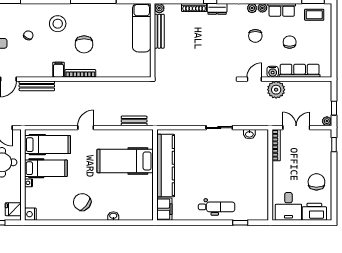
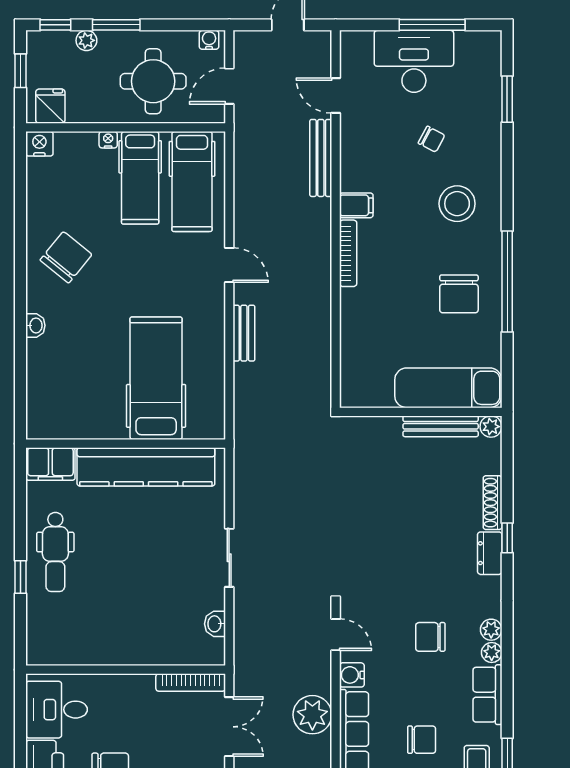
chair: (290, 42) -> (422, 740), moved
chair: (84, 44) -> (459, 294), moved, turned -90
plant: (276, 90) -> (312, 715), moved
bench: (134, 121) -> (244, 333), moved
hospital bed: (125, 161) -> (156, 378), moved
kitchen counter: (166, 166) -> (146, 467), moved
wall: (155, 175) -> (126, 444), moved
filing cabinet: (164, 209) -> (50, 464), moved
window: (240, 223) -> (21, 577), moved

